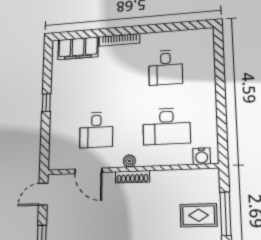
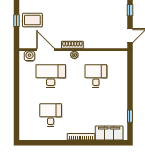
window: (46, 103) -> (130, 116), moved
door: (88, 171) -> (45, 50), moved
window: (225, 214) -> (17, 21), width x0.46

